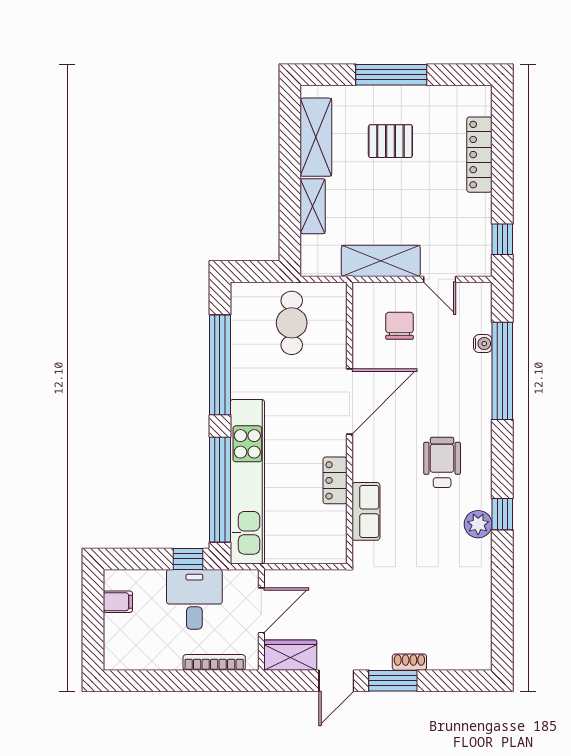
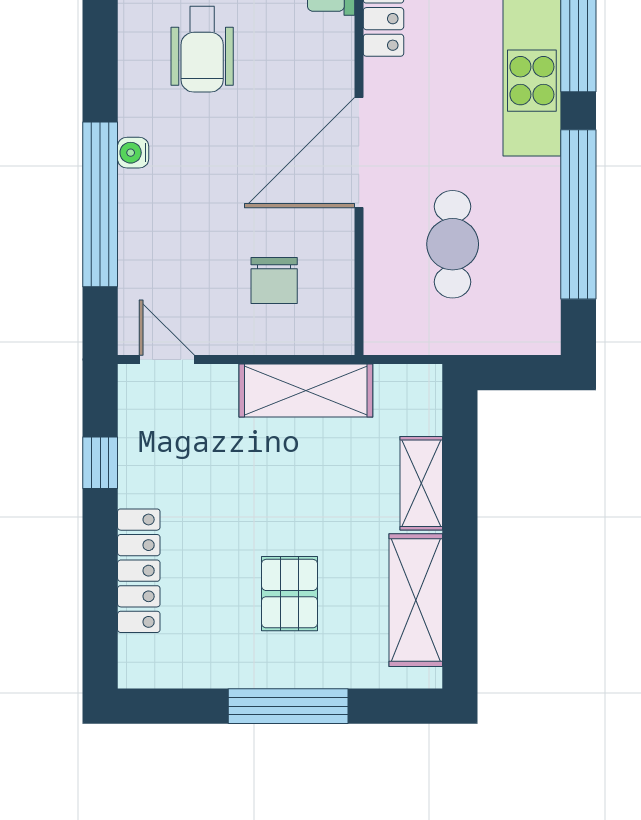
pallet: (390, 141) -> (289, 594), turned 90
window: (502, 239) -> (100, 463), moved
door: (440, 279) -> (167, 359), moved
cafe table: (292, 323) -> (453, 244), moved
water cooler: (483, 344) -> (133, 153), moved

